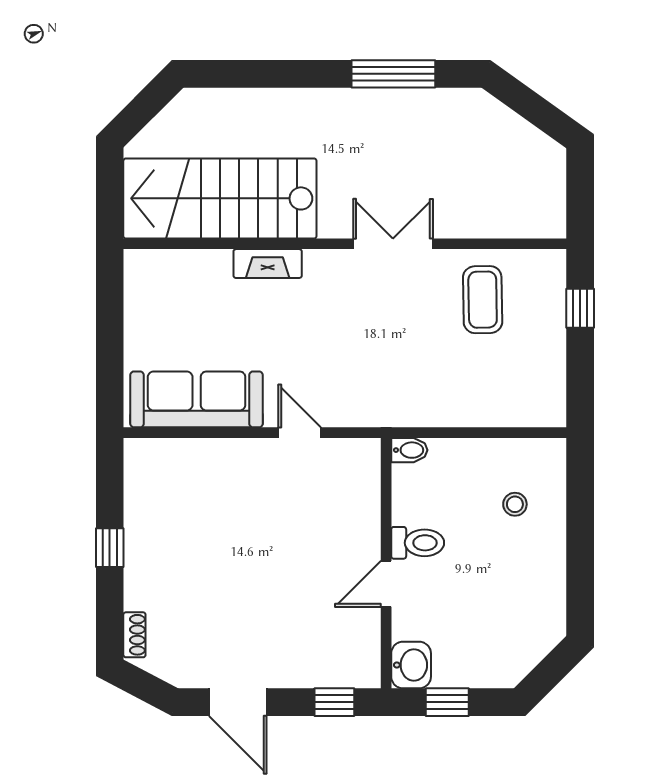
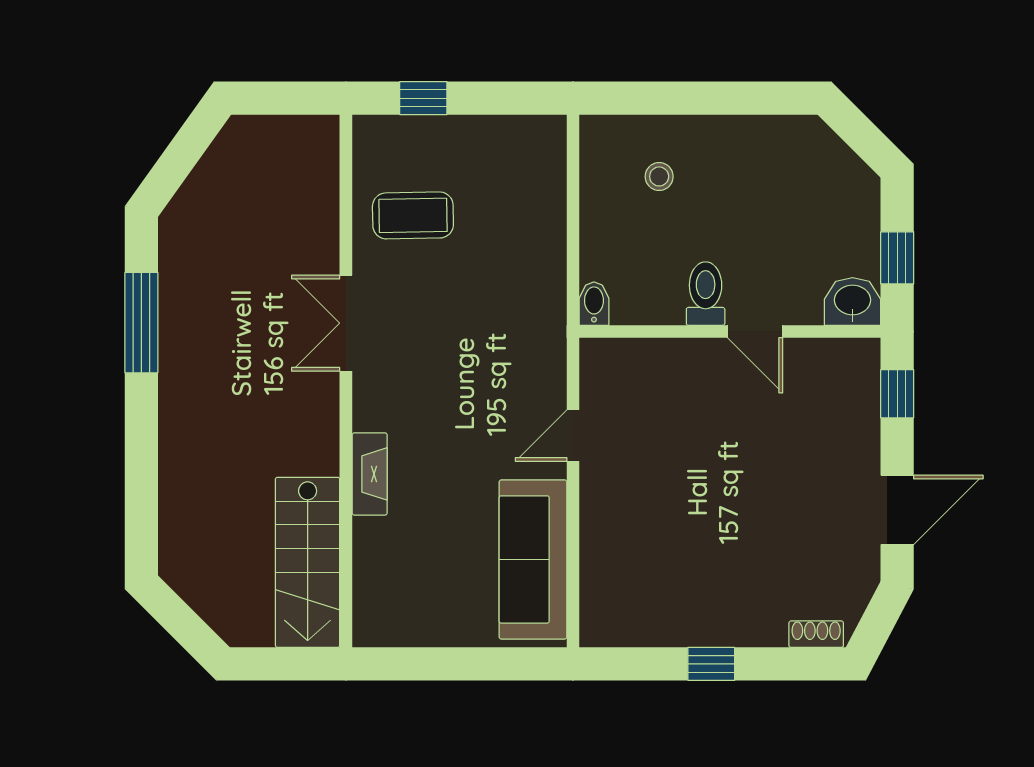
stairs: (220, 198) -> (308, 562), width x0.73, depth x0.66

